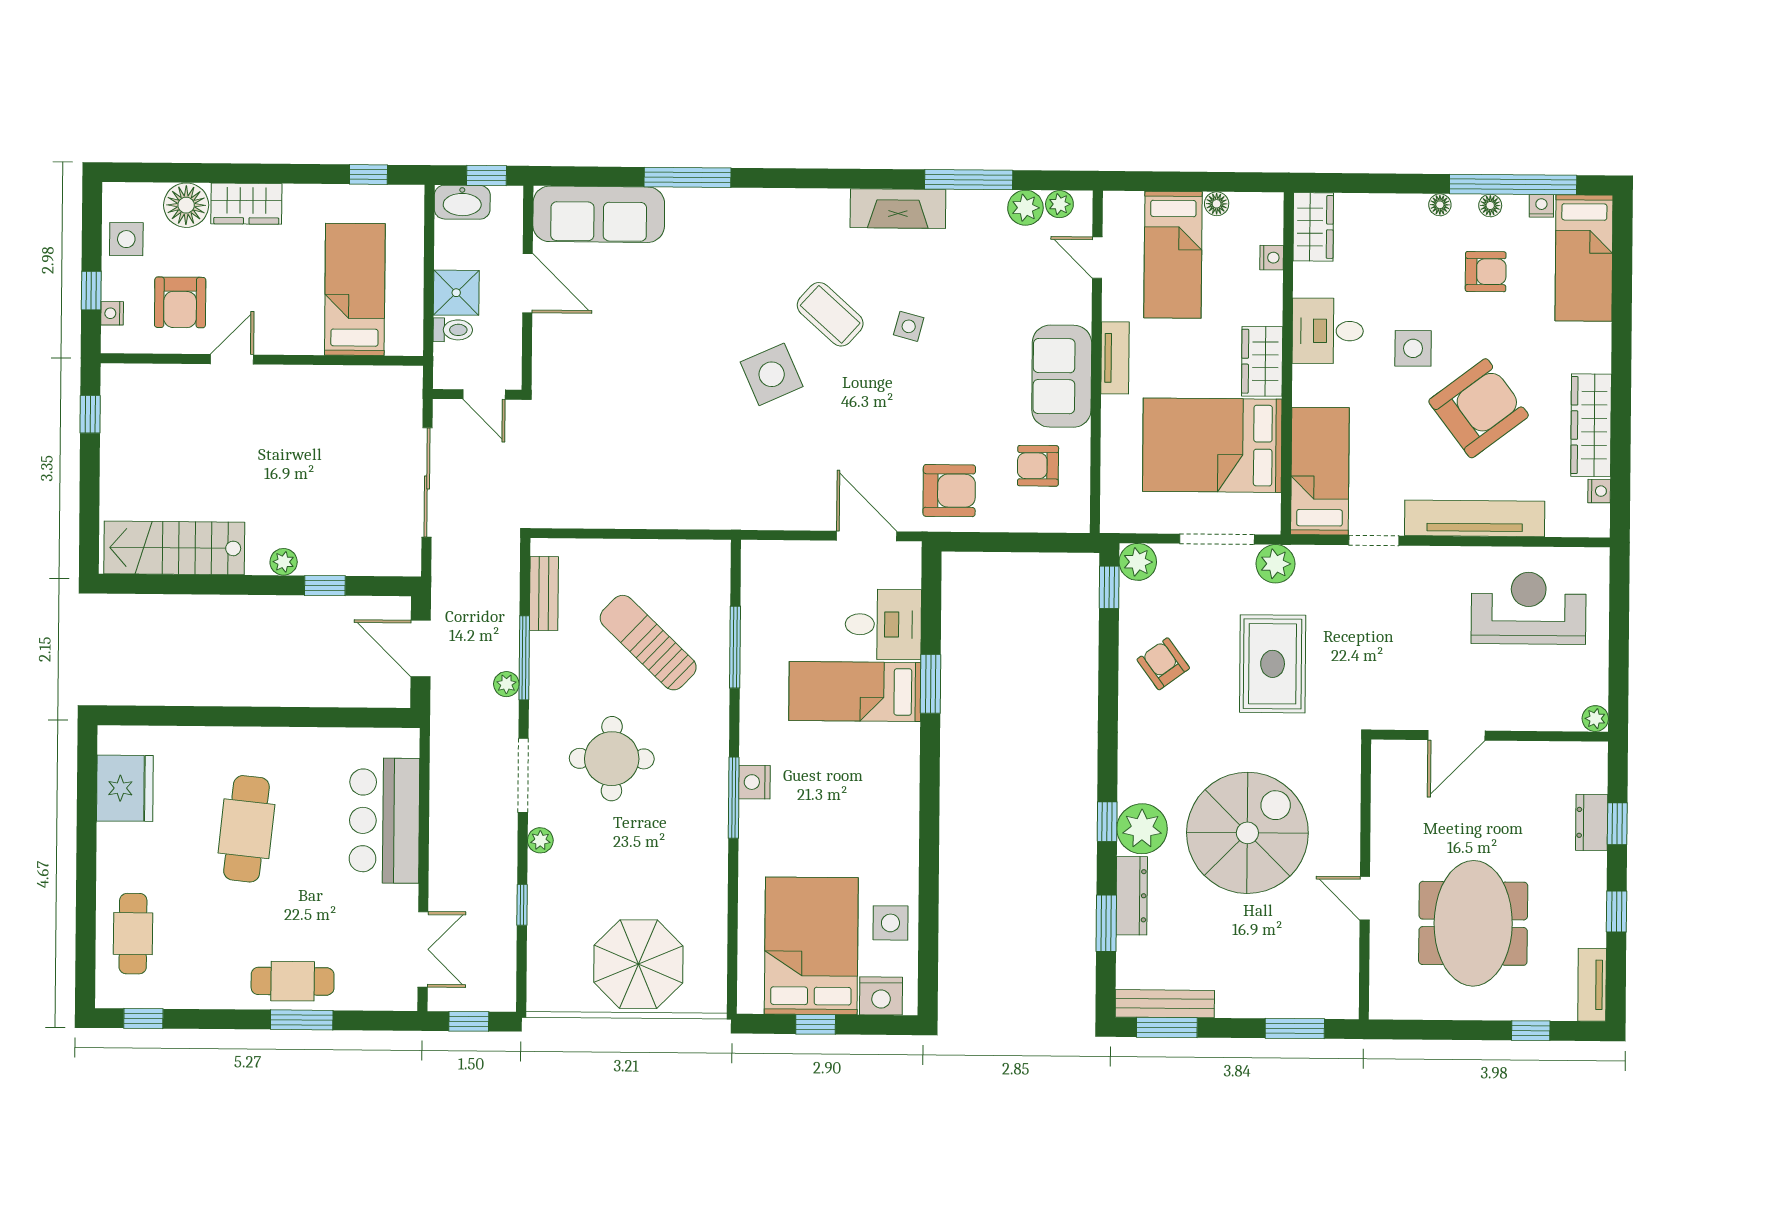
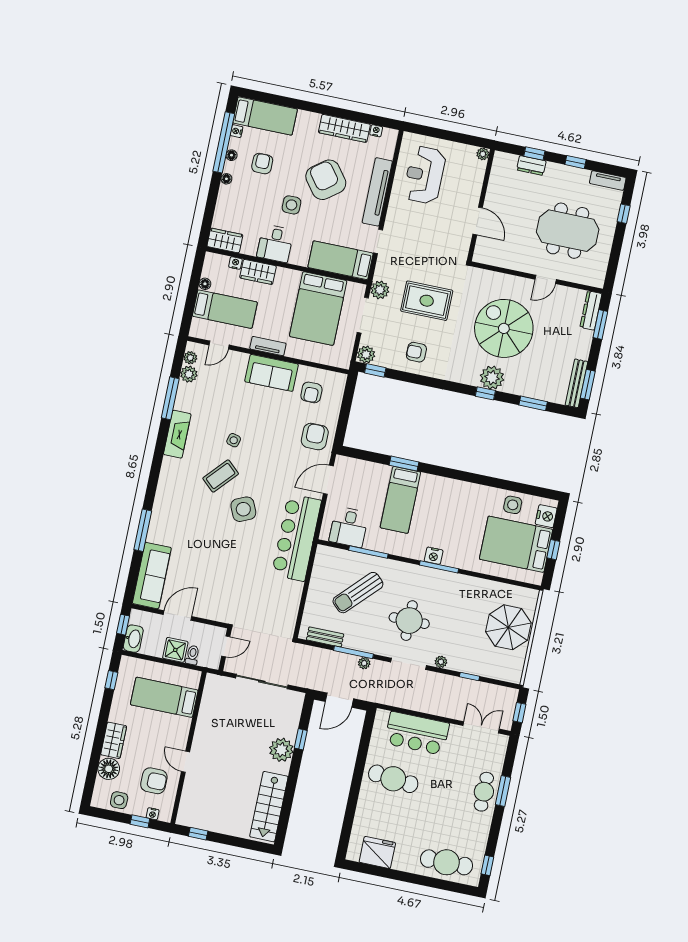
wardrobe: (1262, 361) -> (258, 272), moved
bar counter: (735, 494) -> (296, 538), added
plant: (284, 562) -> (281, 750), width x1.88, depth x1.88
desk: (883, 624) -> (349, 527), moved, turned 180
armchair: (1163, 664) -> (416, 352), turned 36
cafe table: (246, 829) -> (393, 779), moved
dresser: (1132, 896) -> (591, 310), moved, turned -90
cafe table: (133, 934) -> (446, 862), width x1.37, depth x1.35

